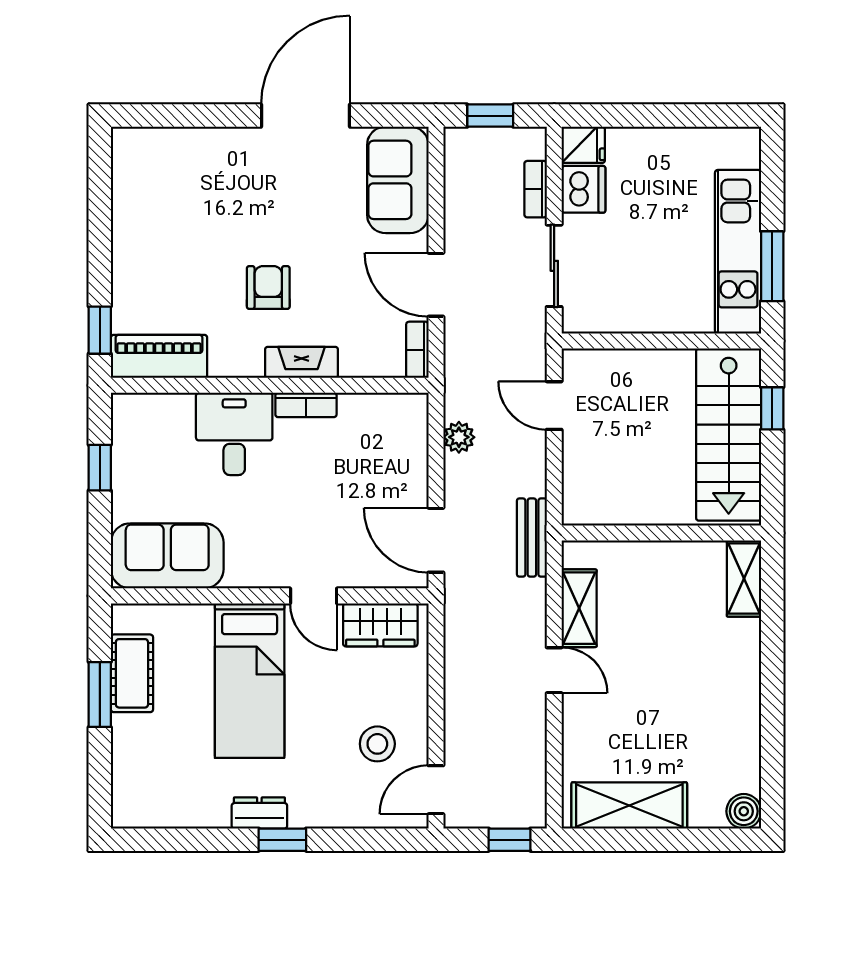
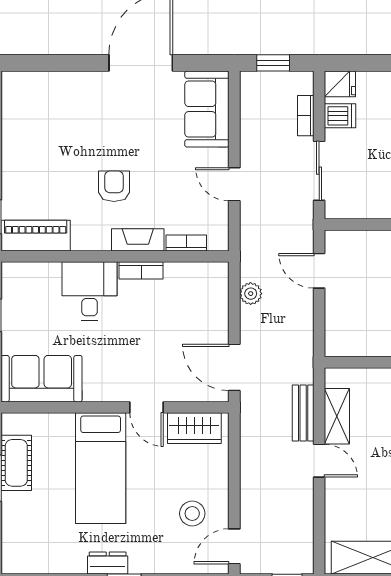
dishwasher: (583, 189) -> (340, 116), width x0.73
door: (436, 285) -> (234, 184), width x0.73
bookcase: (417, 350) -> (186, 243), moved, turned 90
bench: (532, 538) -> (303, 413), moved

